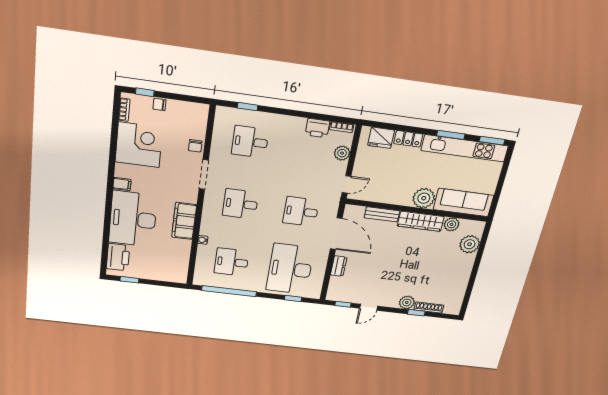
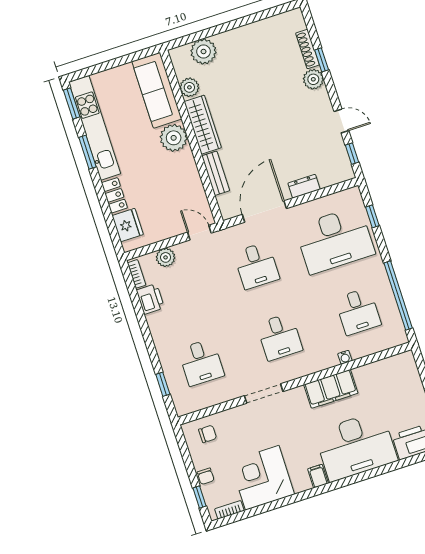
chair: (195, 146) -> (208, 434), moved

